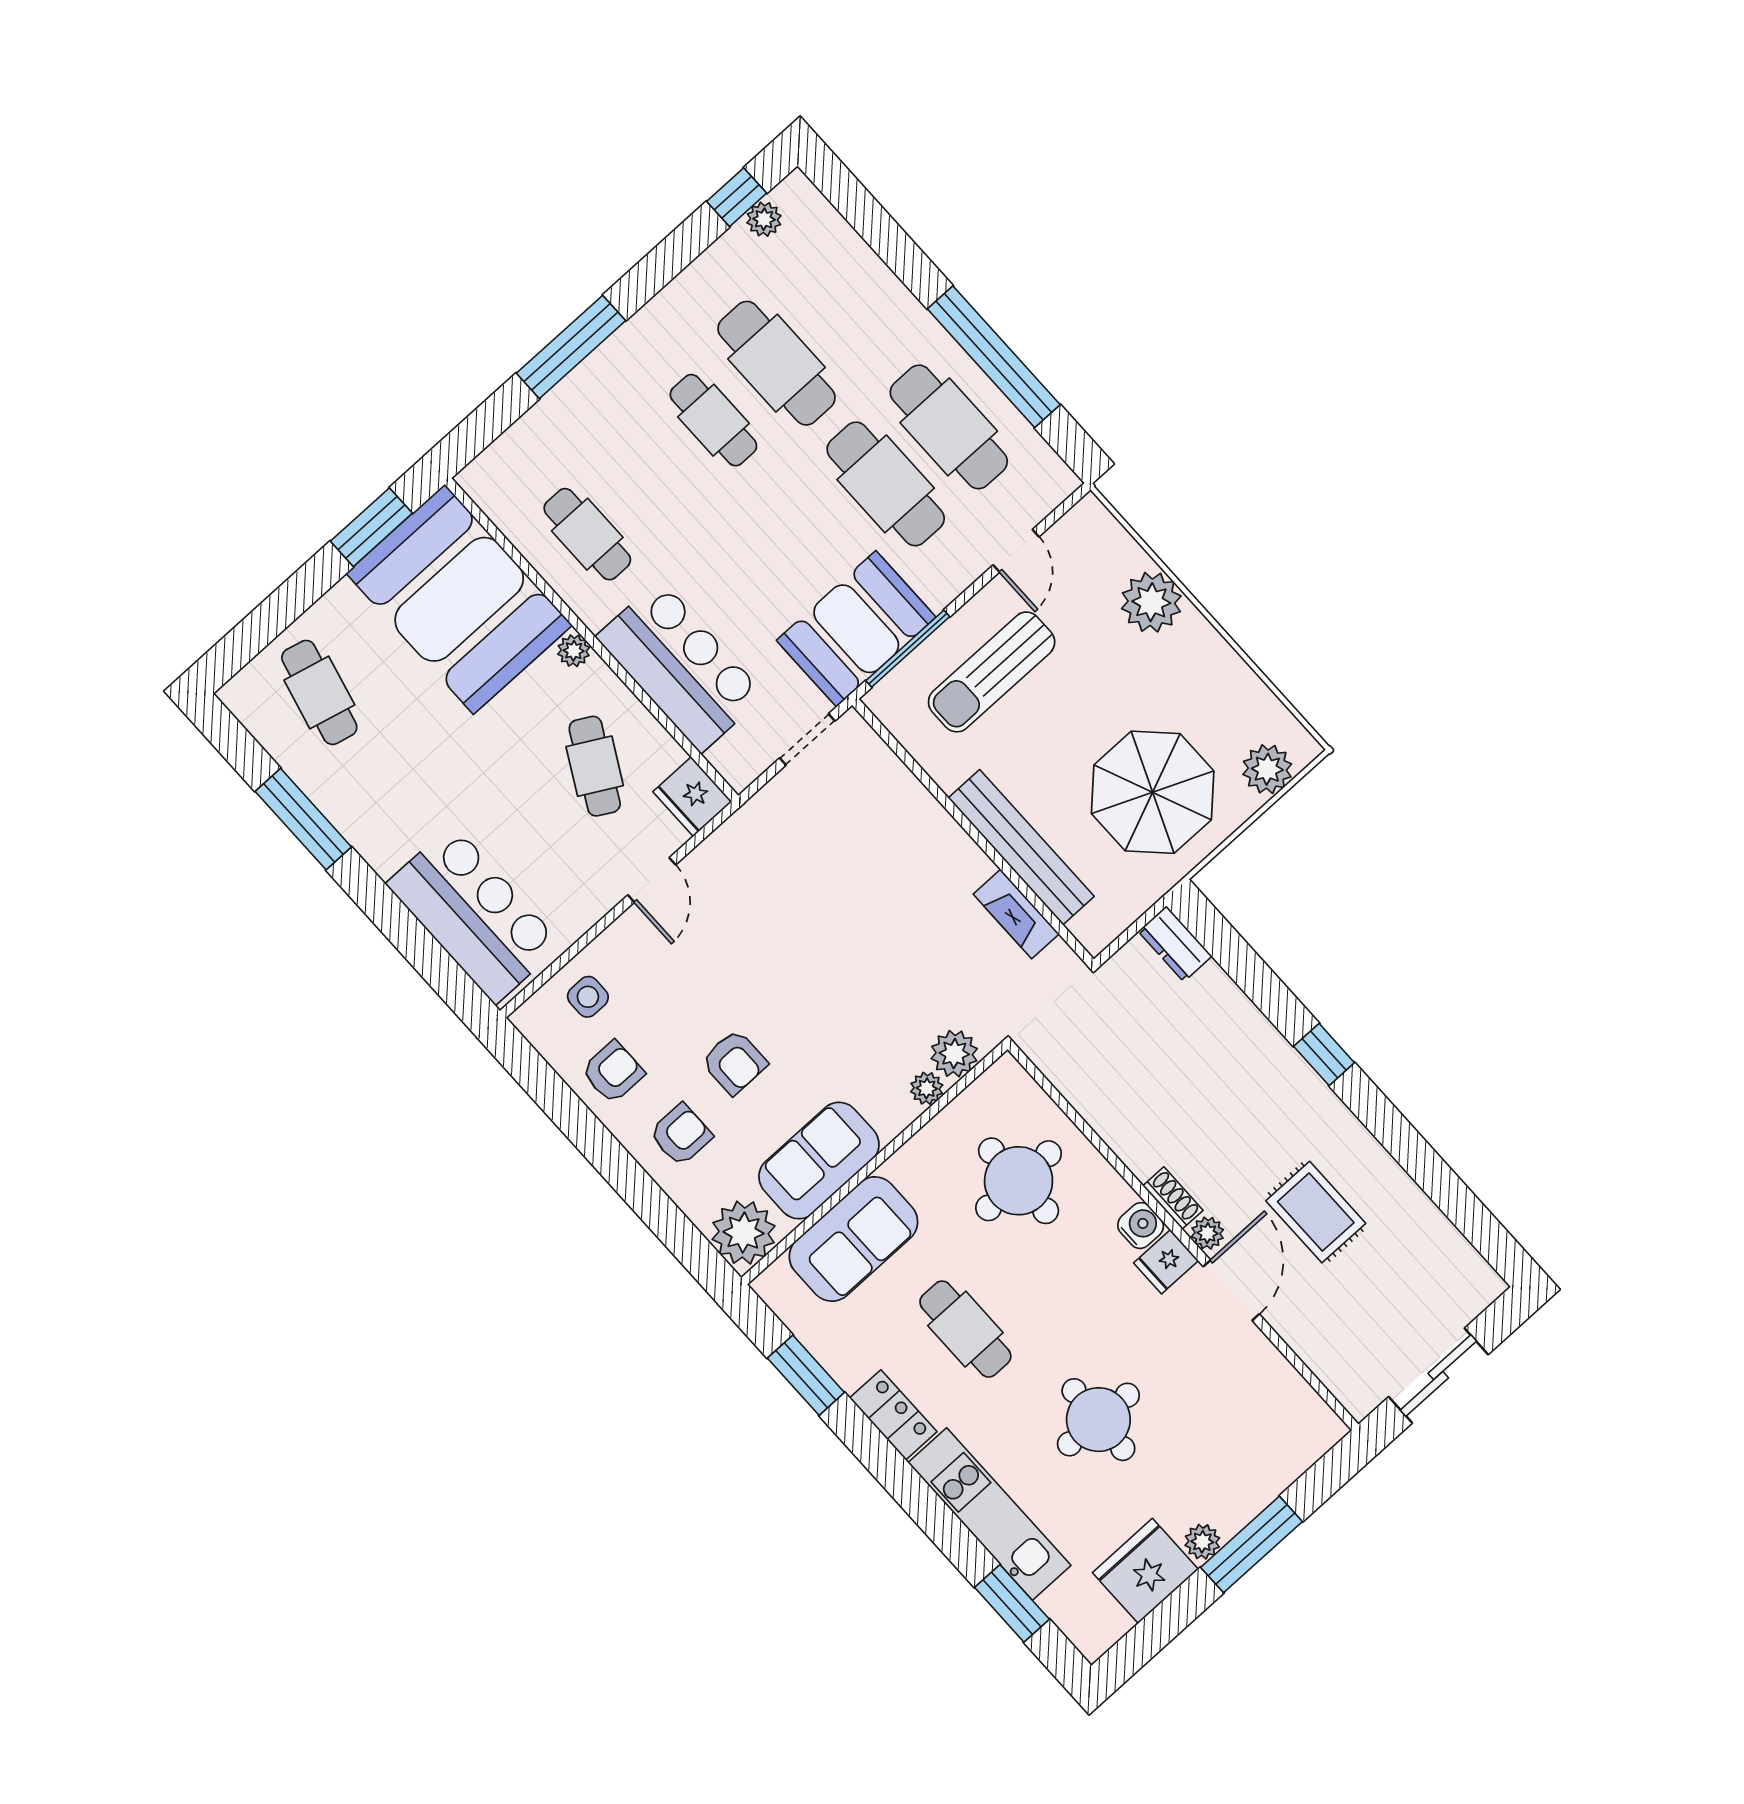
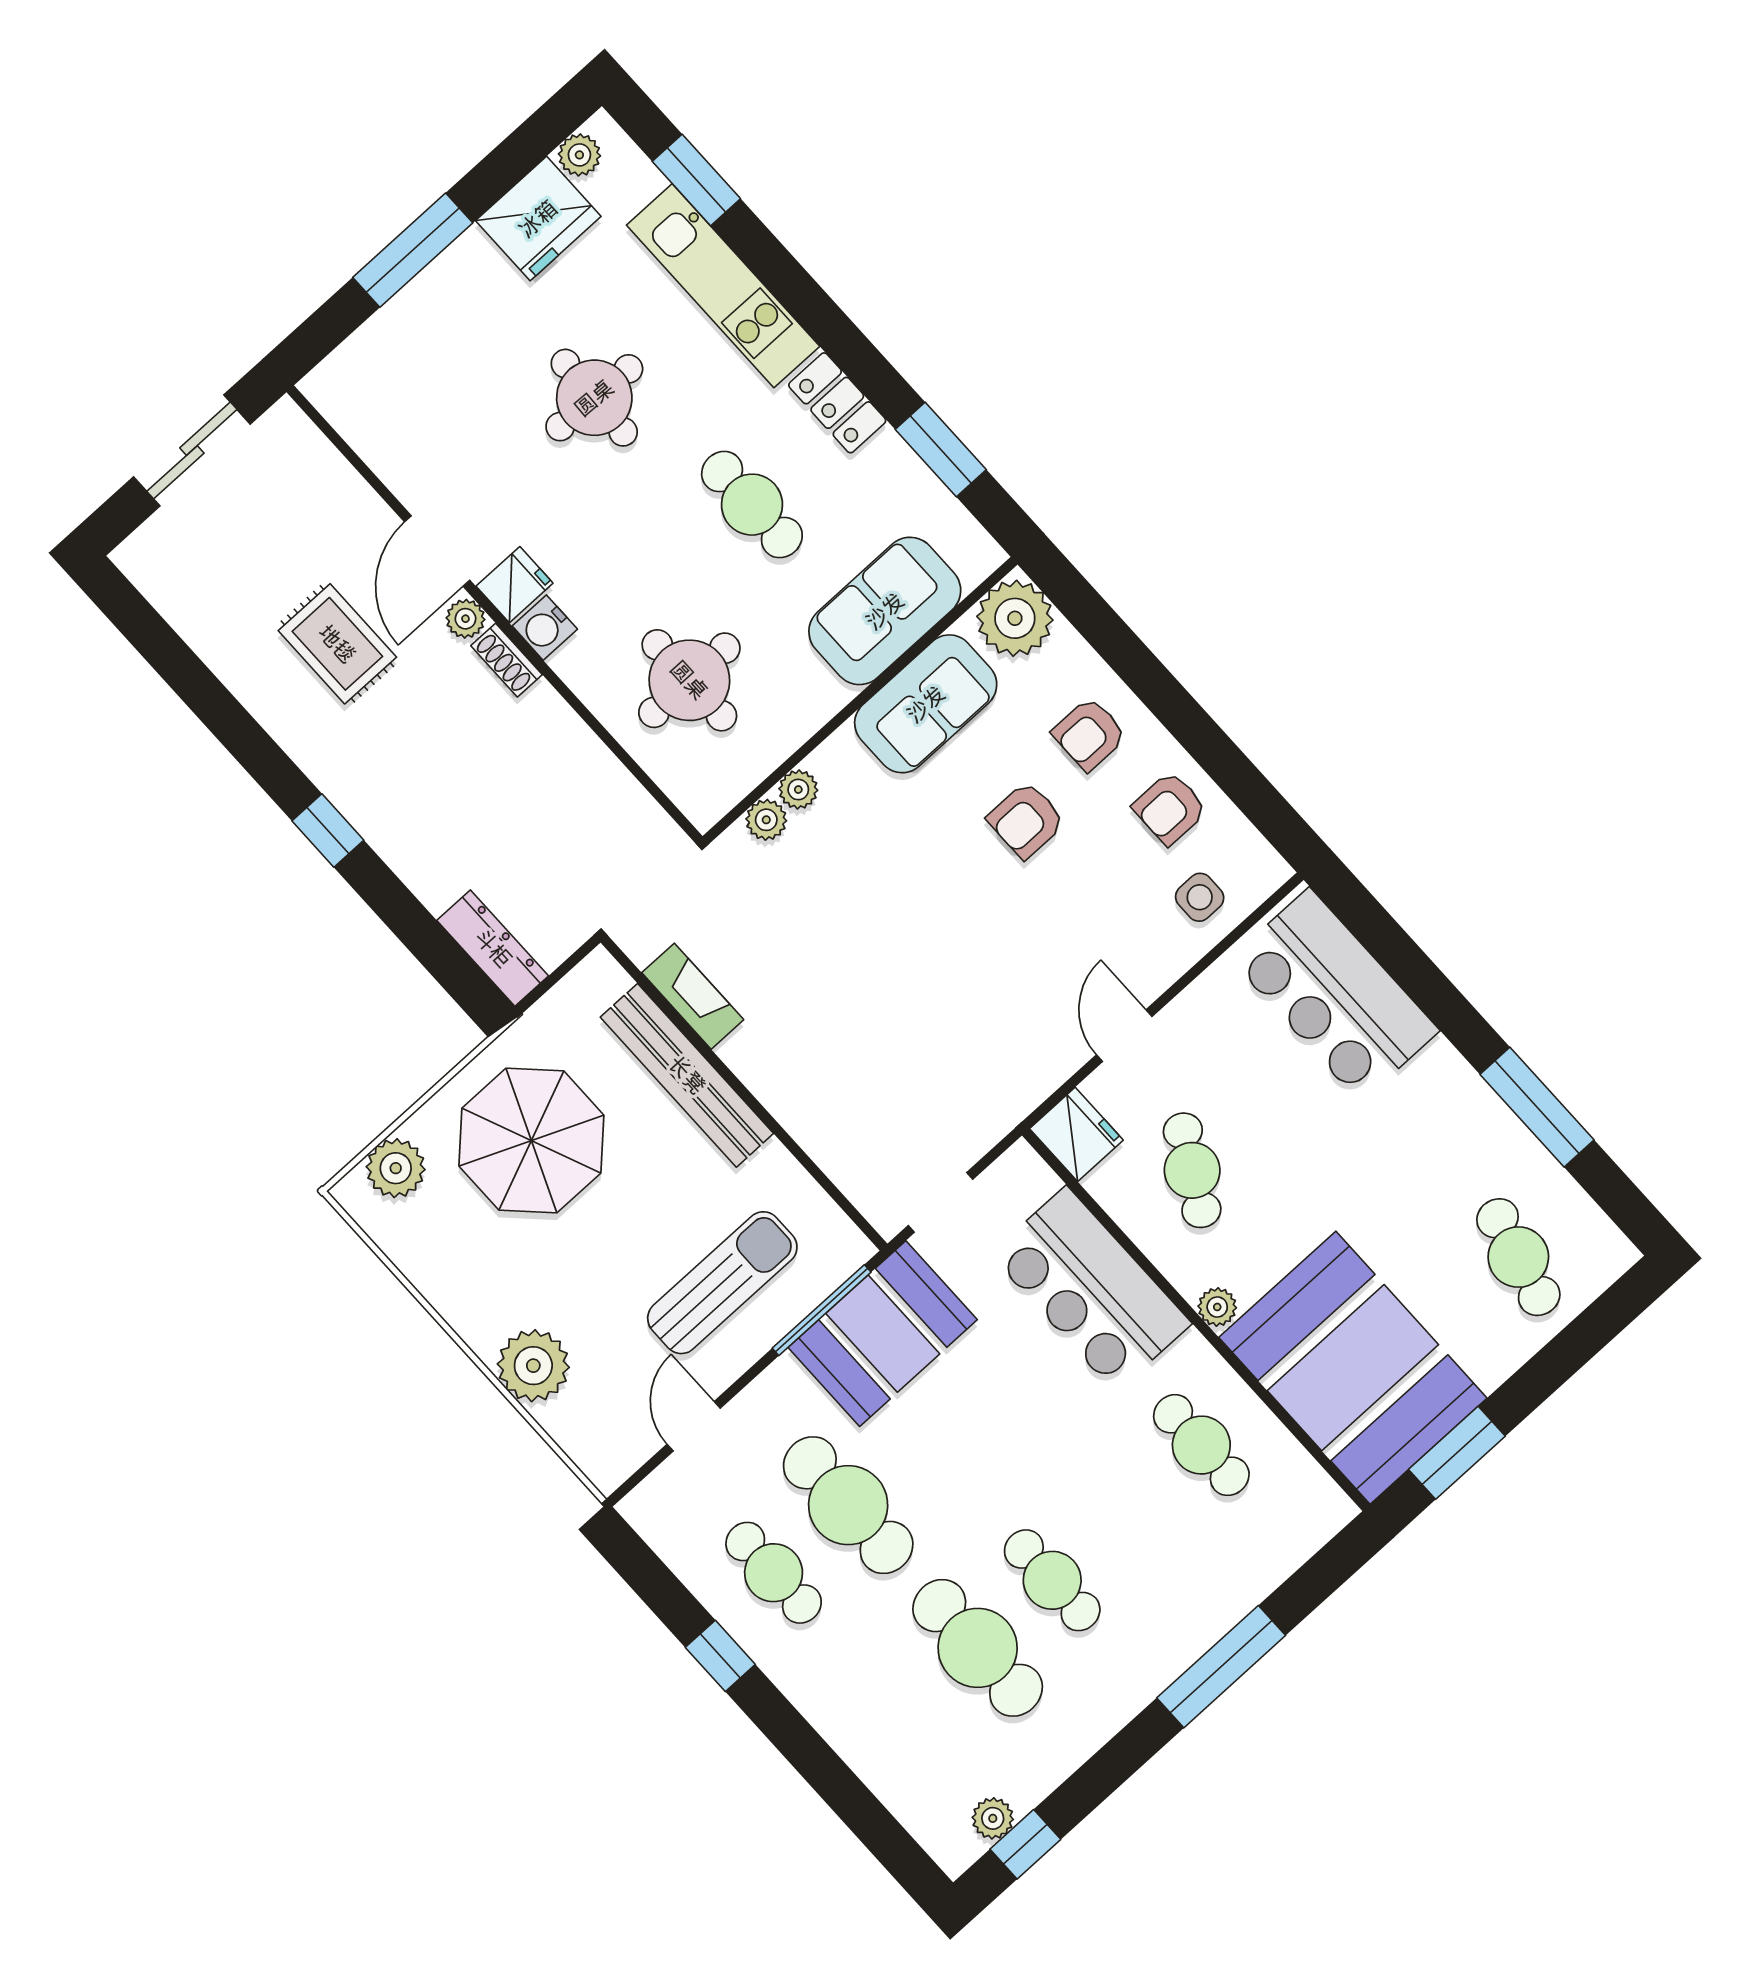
window: (994, 357) -> (720, 1656), width x0.32
cafe table: (949, 427) -> (774, 1573), width x0.73, depth x0.74
dresser: (1175, 944) -> (493, 948), width x1.44
plant: (954, 1054) -> (766, 820), width x0.73, depth x0.73
armchair: (734, 1062) -> (1026, 820), turned -90
plant: (1202, 1542) -> (579, 155), moved

